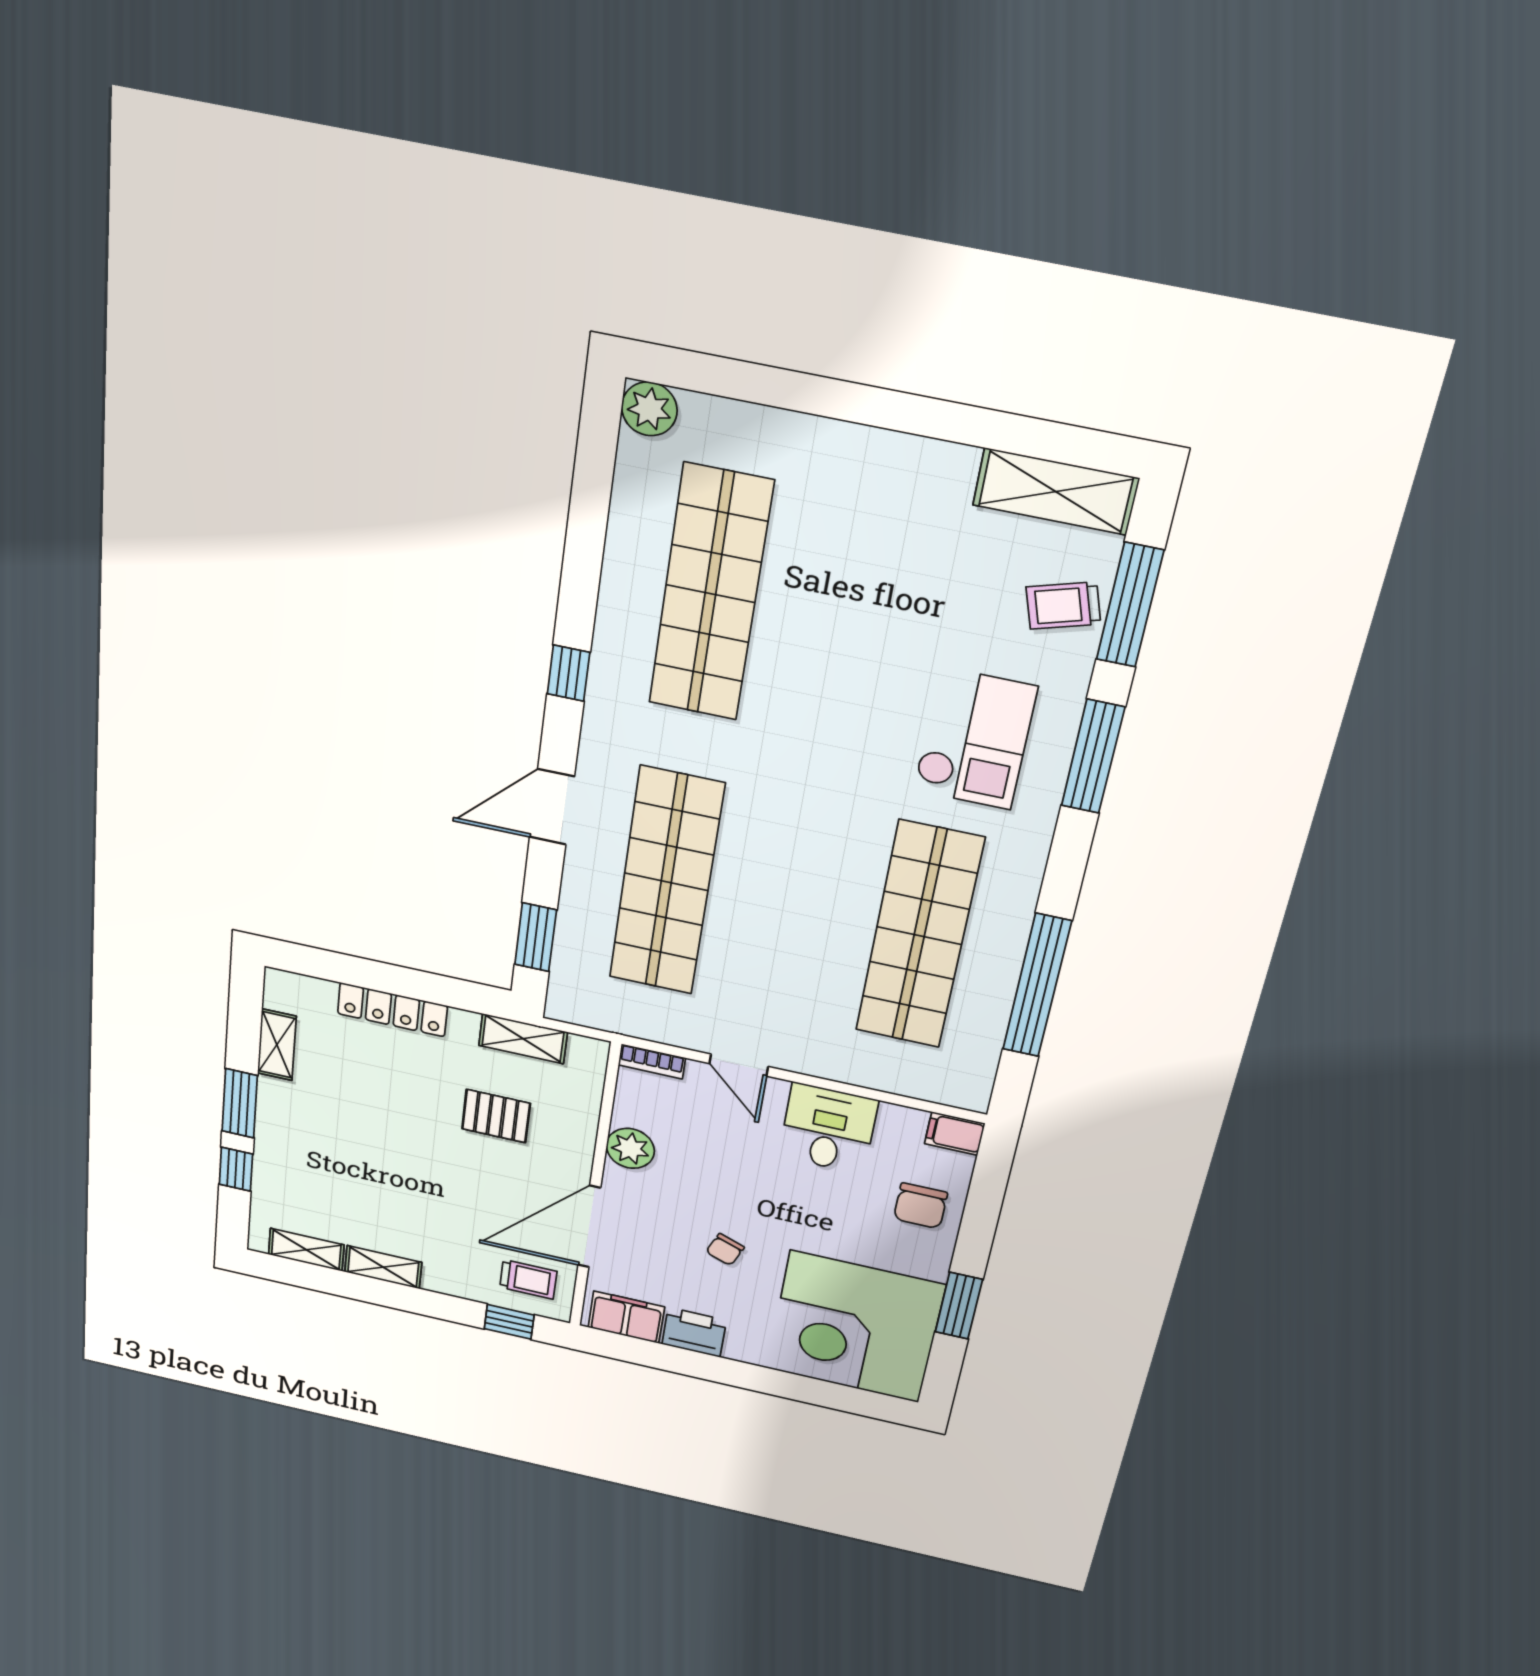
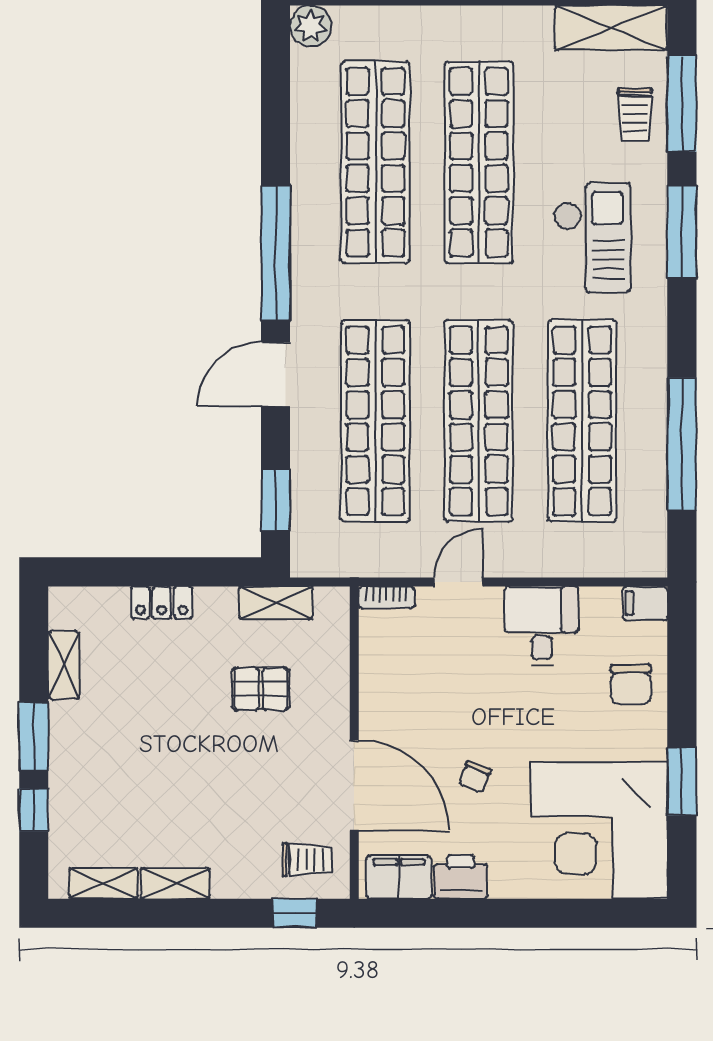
trolley: (1063, 606) -> (635, 115), turned -73
shop shelf: (845, 621) -> (479, 162), added
window: (569, 673) -> (276, 253), width x3.17
shop shelf: (792, 909) -> (479, 421), added
locker: (392, 1010) -> (162, 603), width x0.66
door: (739, 1065) -> (458, 582), swing flipped
plant: (630, 1148) -> (379, 692), removed
door: (589, 1227) -> (354, 785), swing flipped

